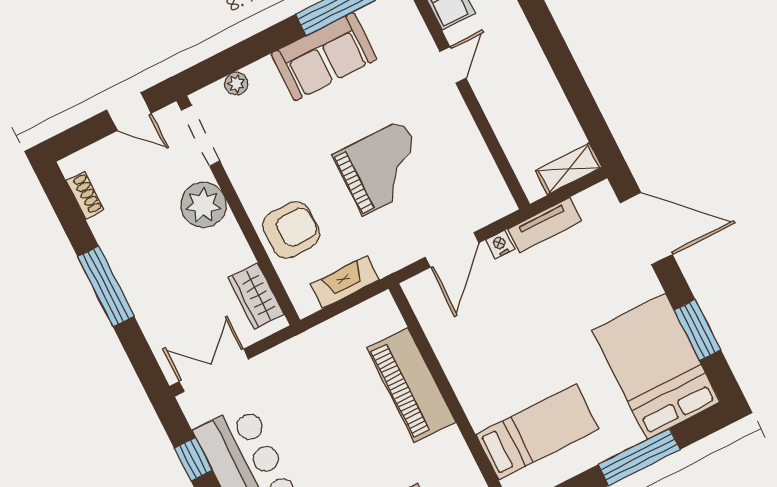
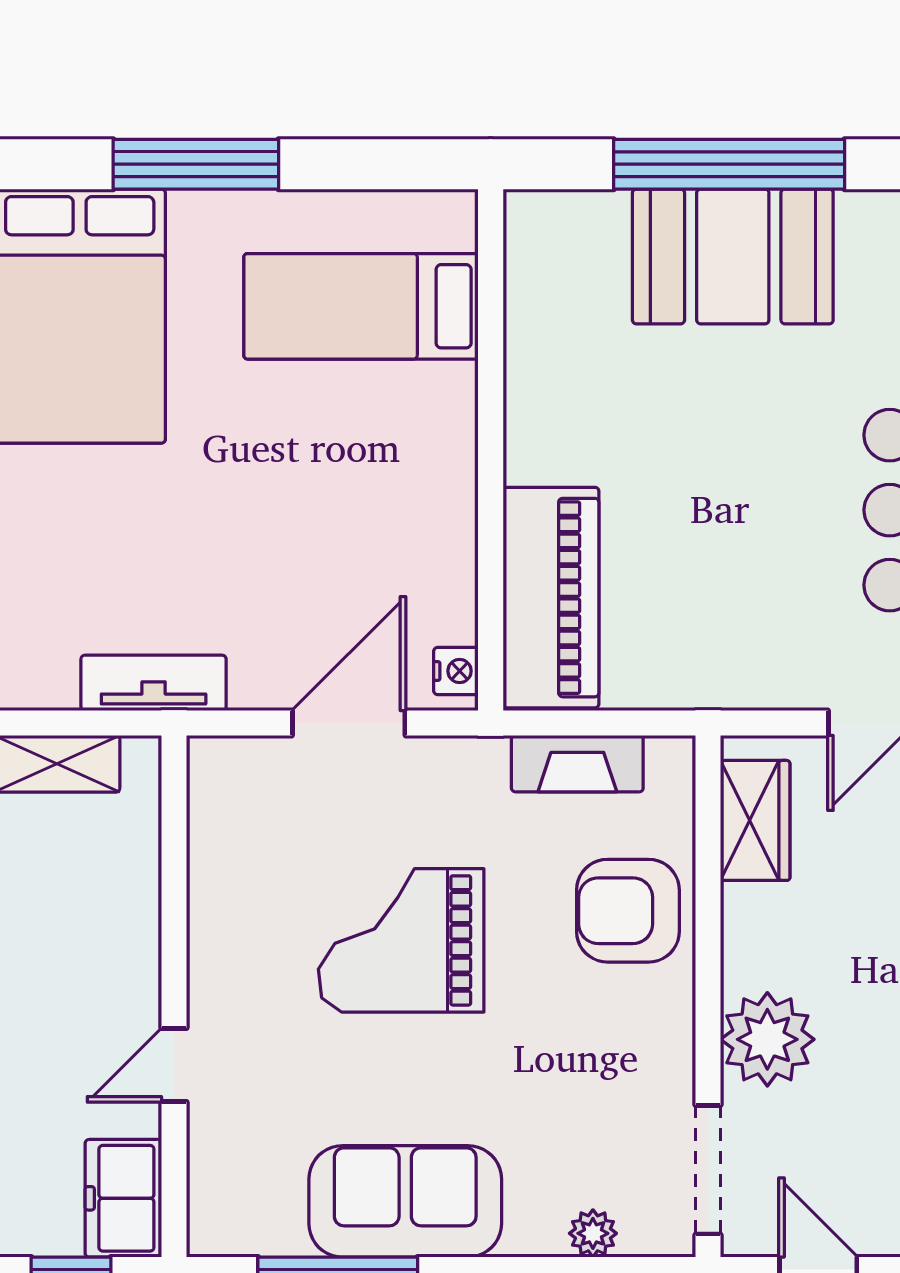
nightstand: (500, 244) -> (456, 671), moved, turned -90
piano: (411, 385) -> (551, 598), moved

